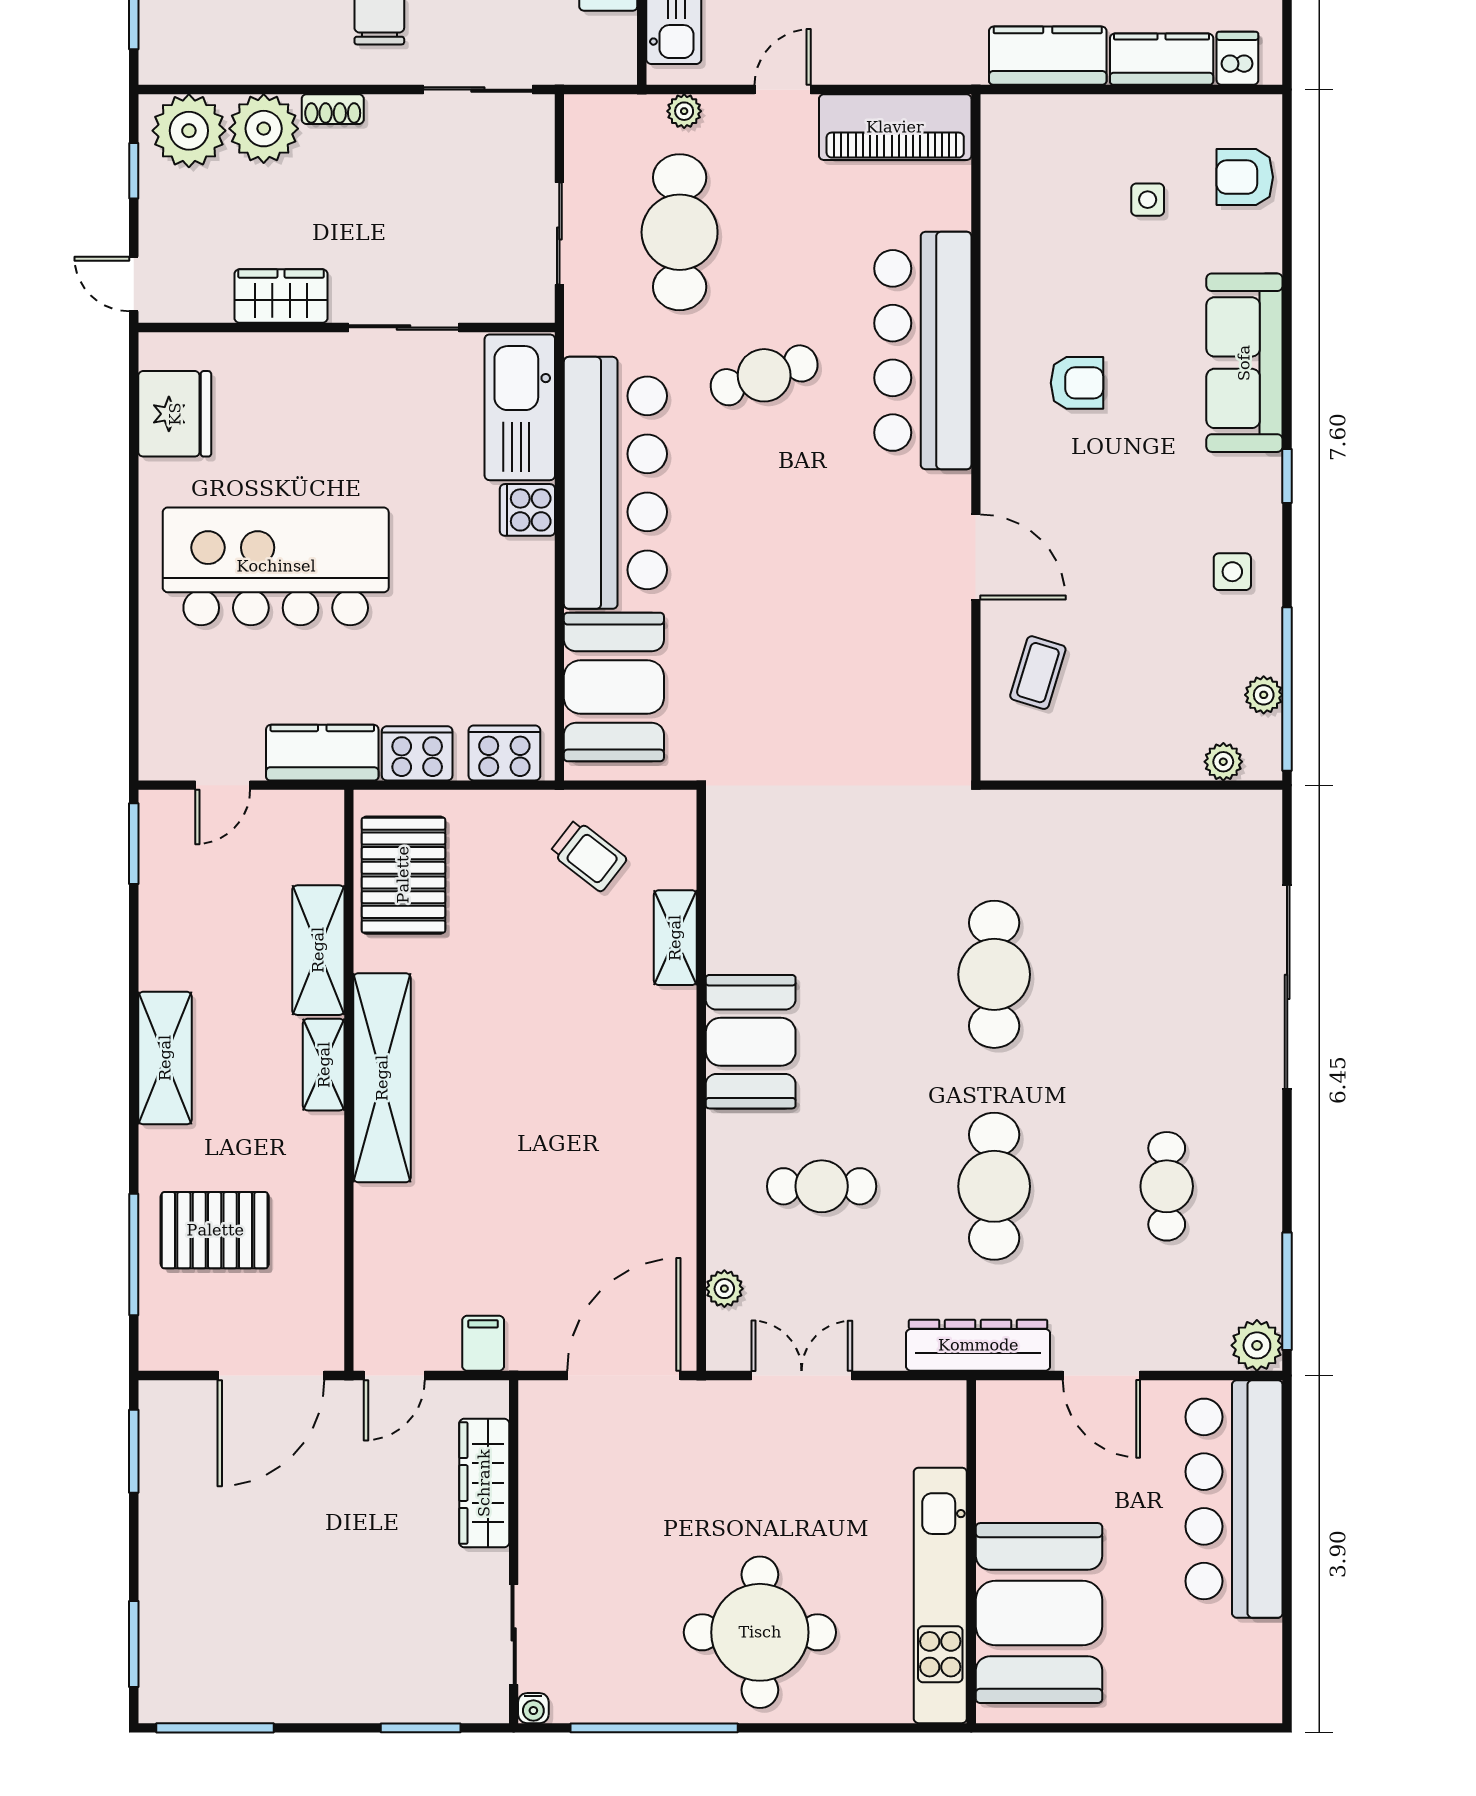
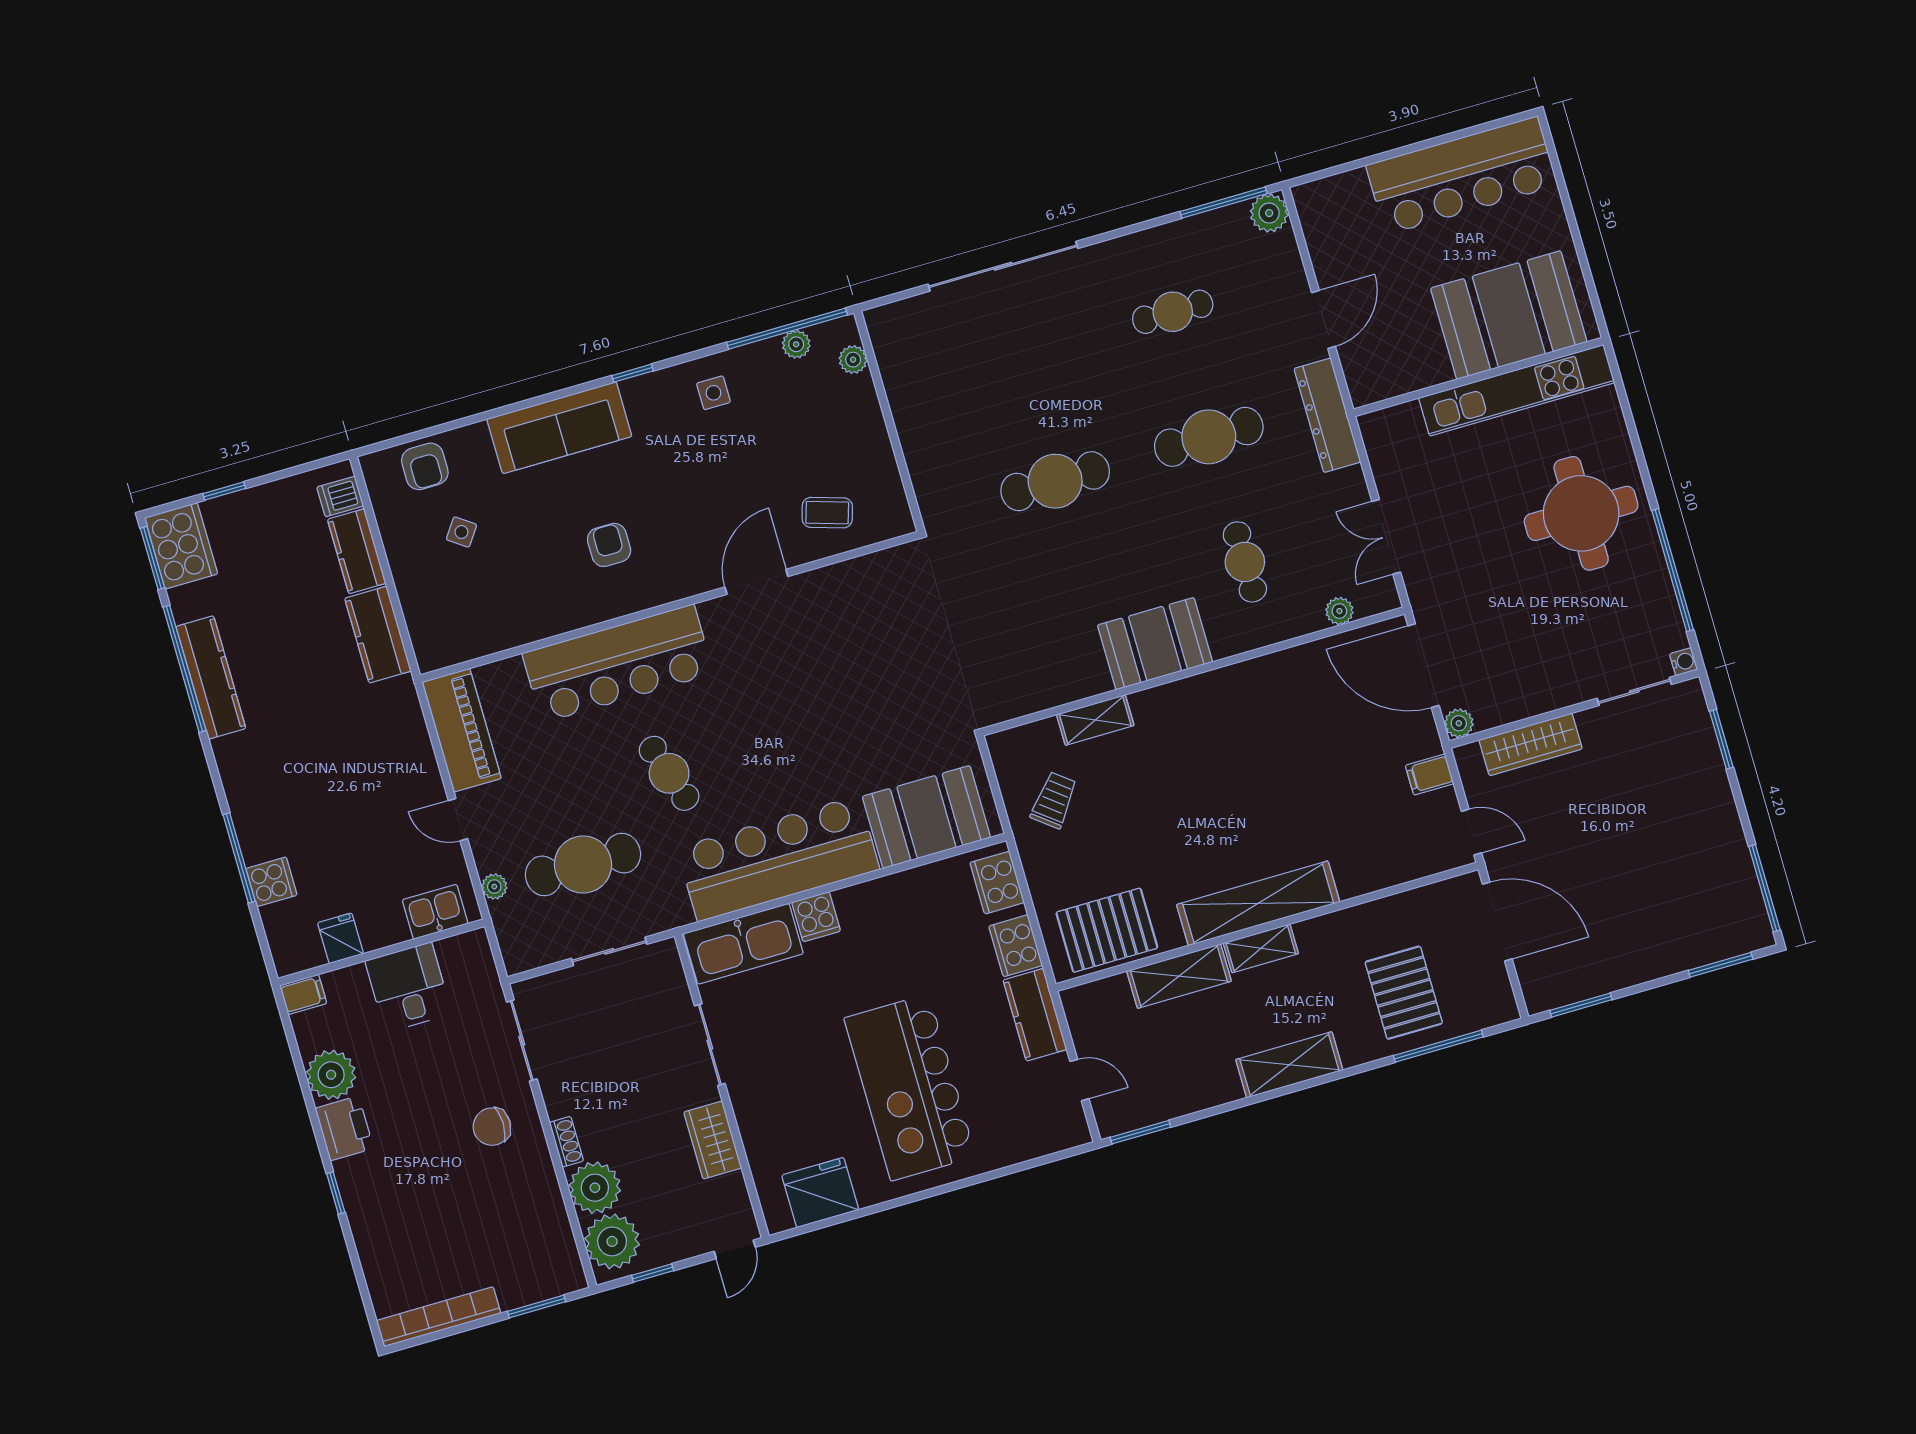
side table: (1148, 200) -> (461, 532), turned 35
plant: (538, 1399) -> (1459, 723), added
bar counter: (1234, 1499) -> (1462, 175), moved

